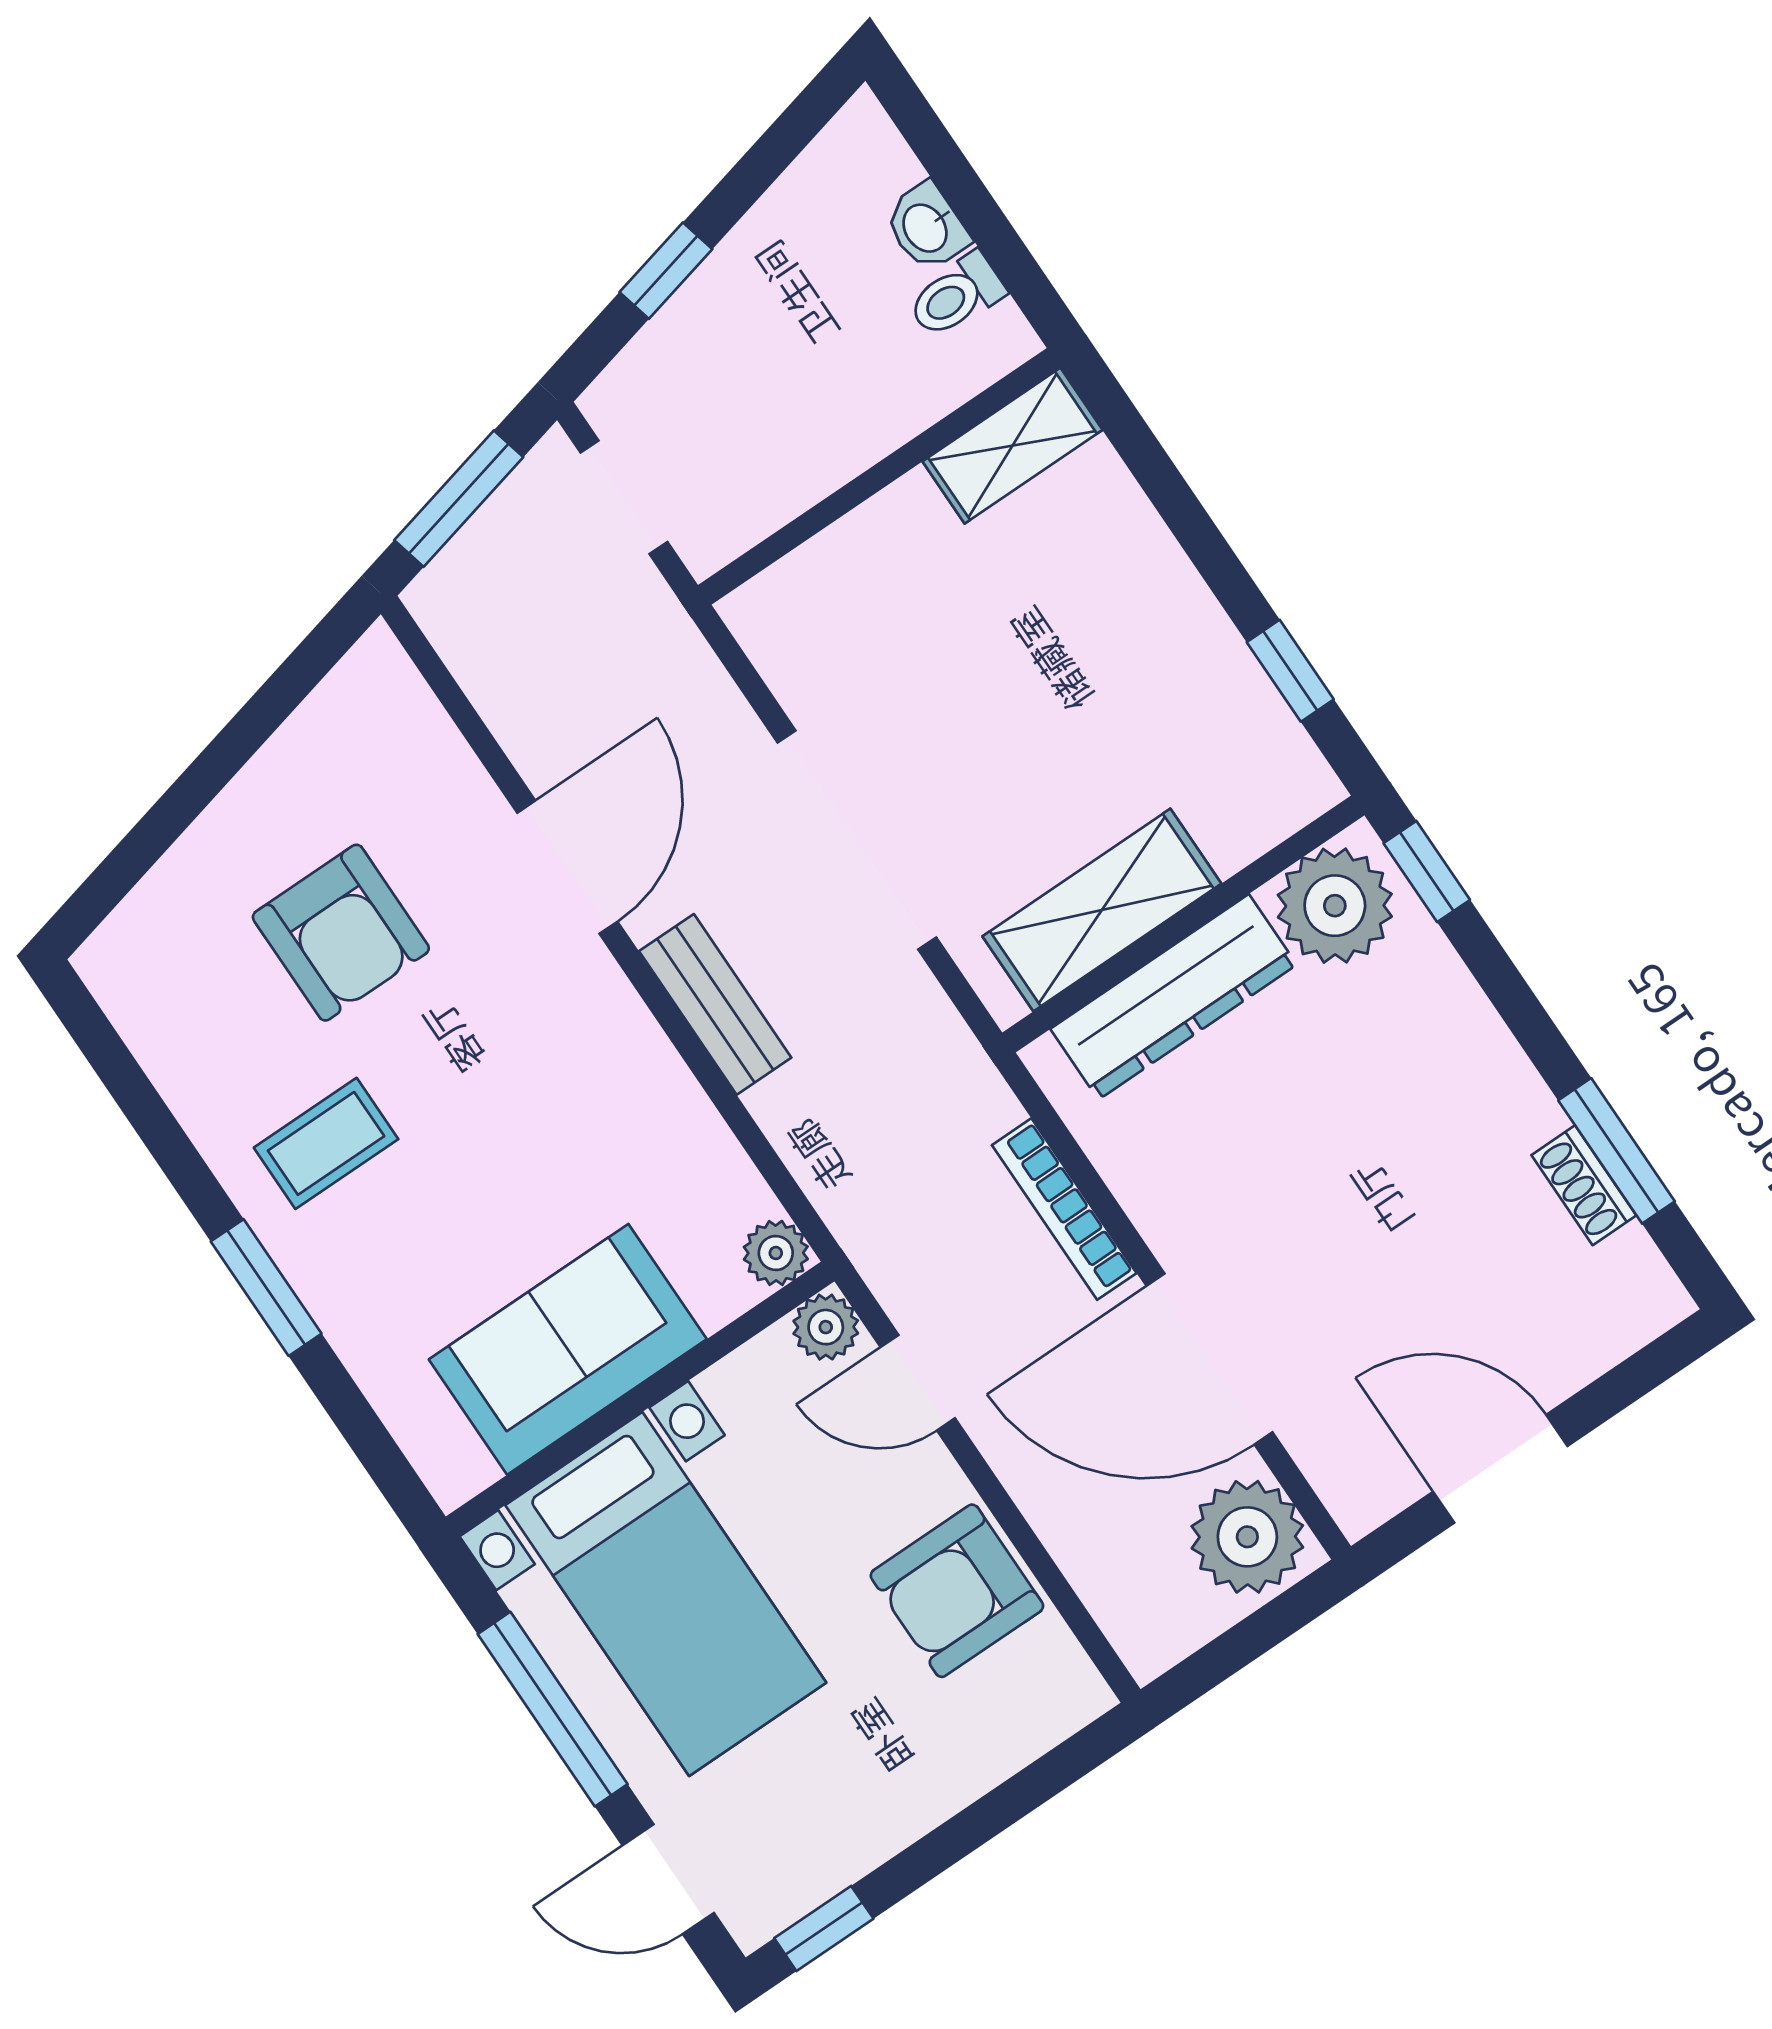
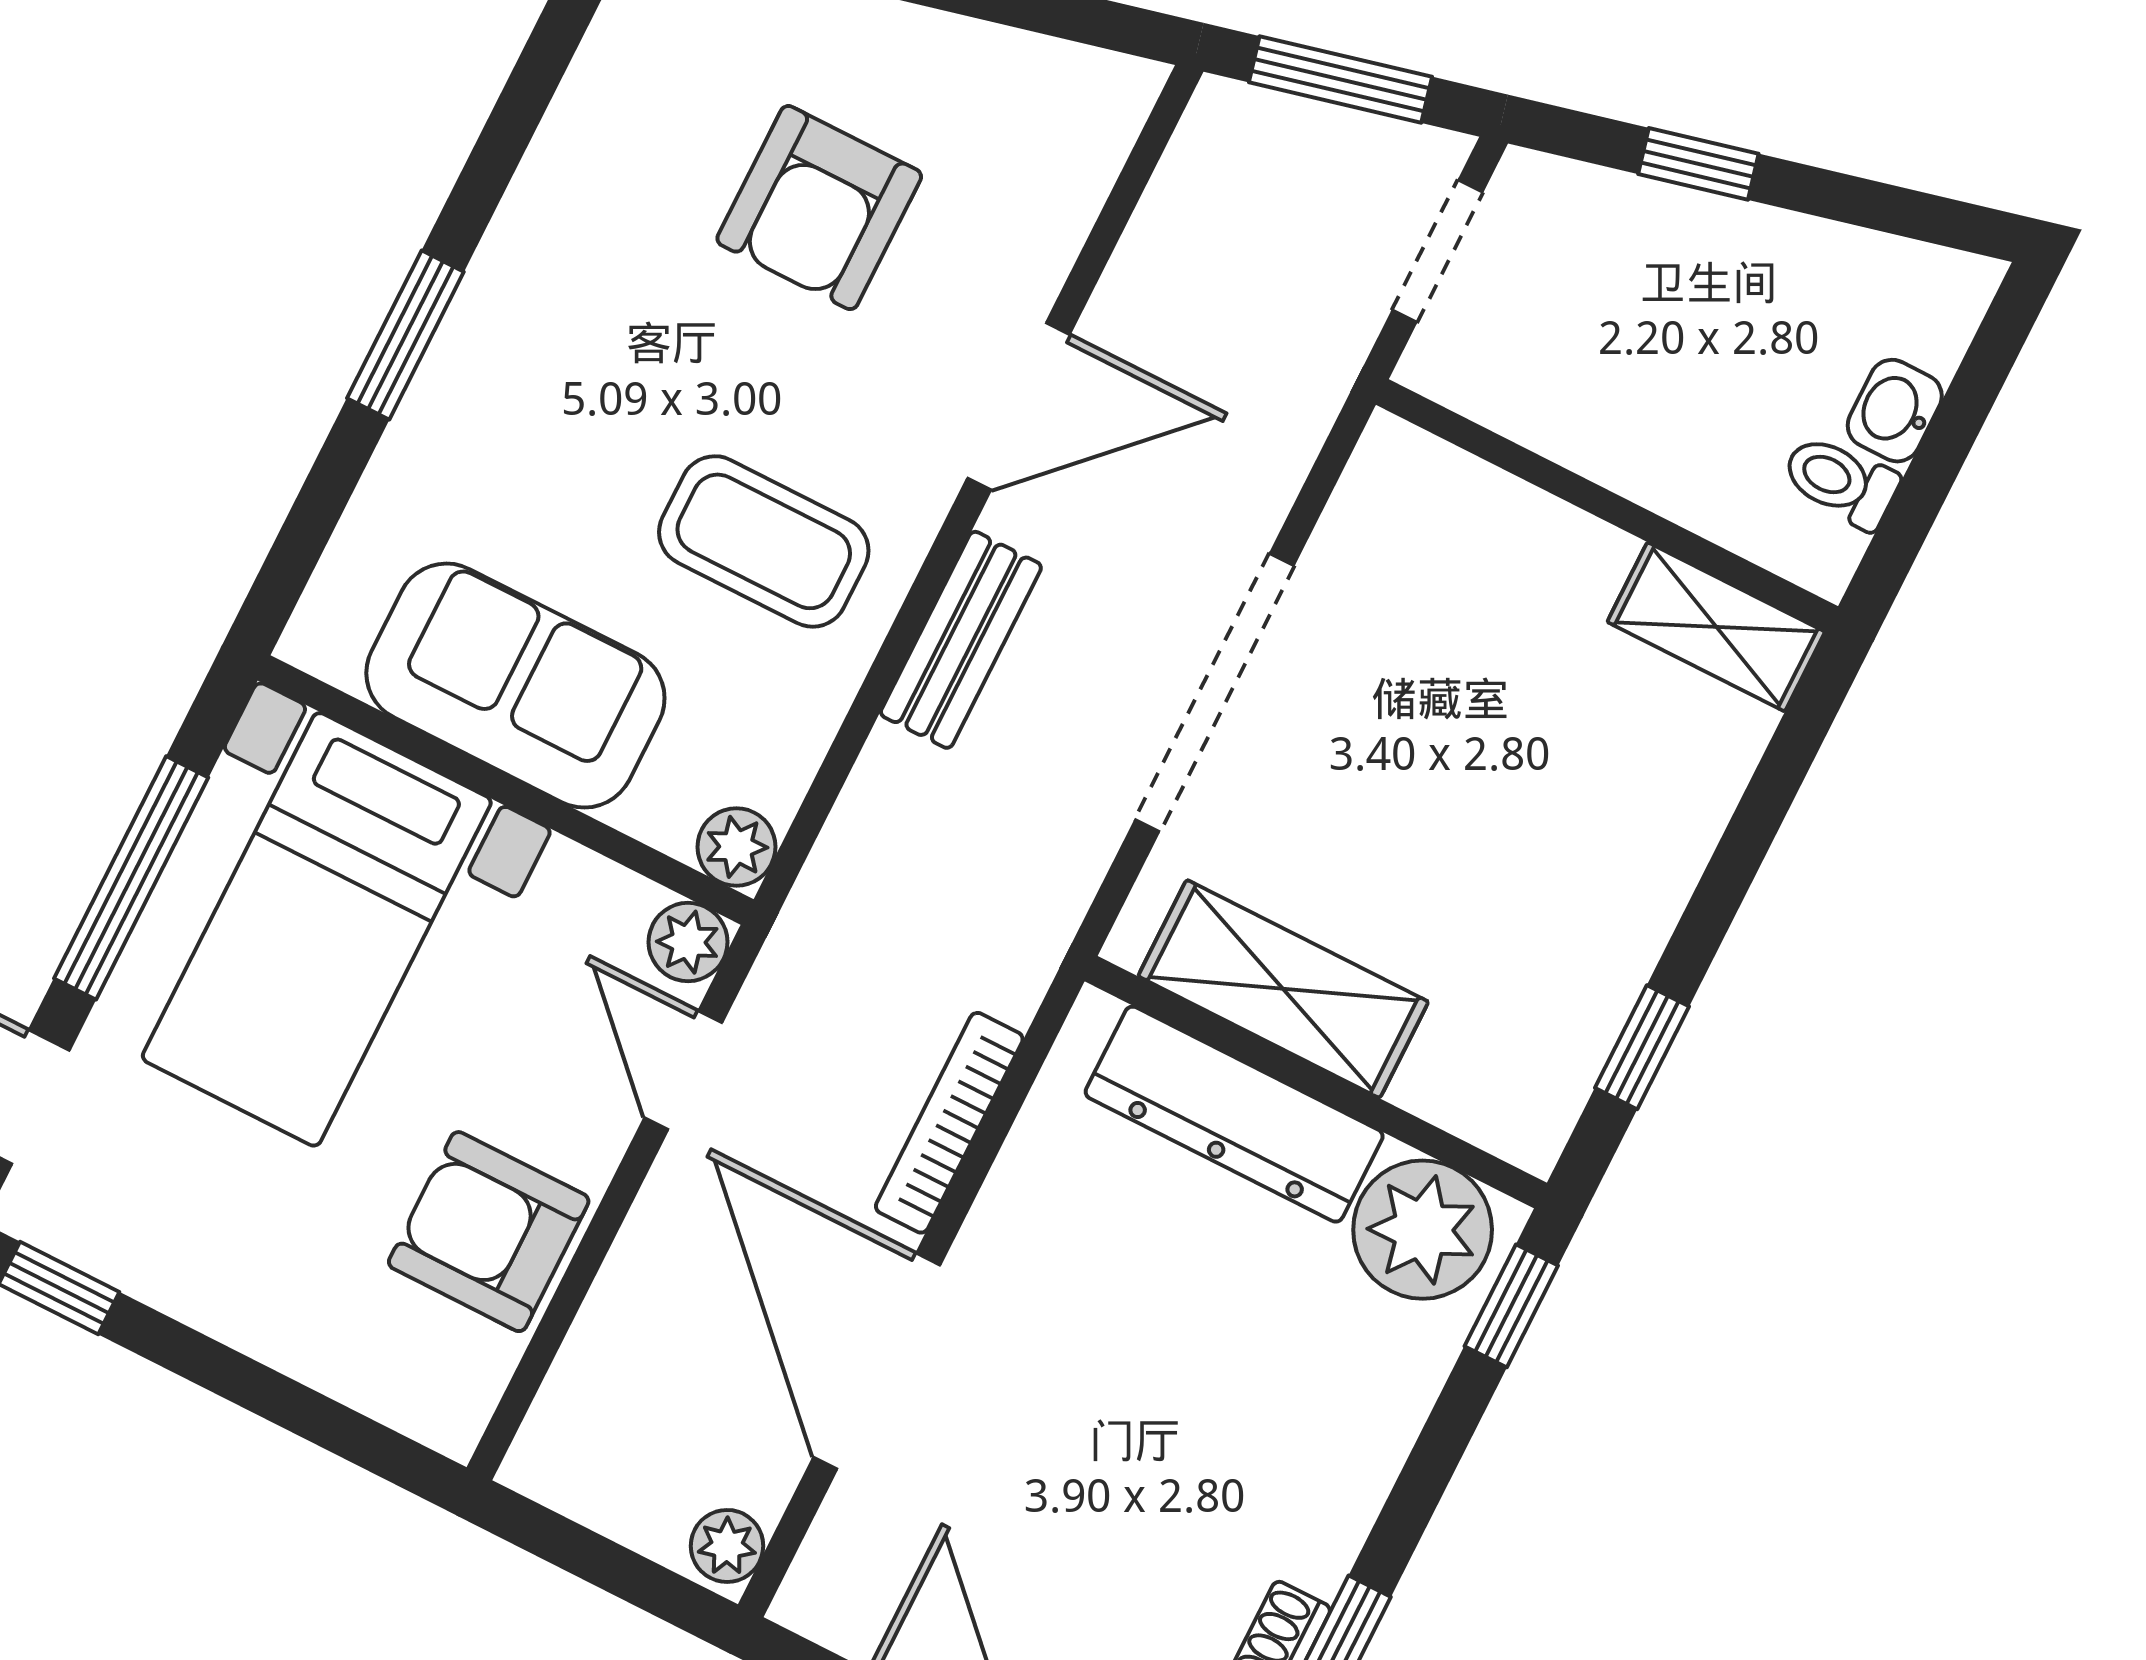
coffee table: (326, 1143) -> (764, 541), moved, width x1.36, depth x1.30
plant: (1247, 1537) -> (727, 1546), width x0.53, depth x0.53

